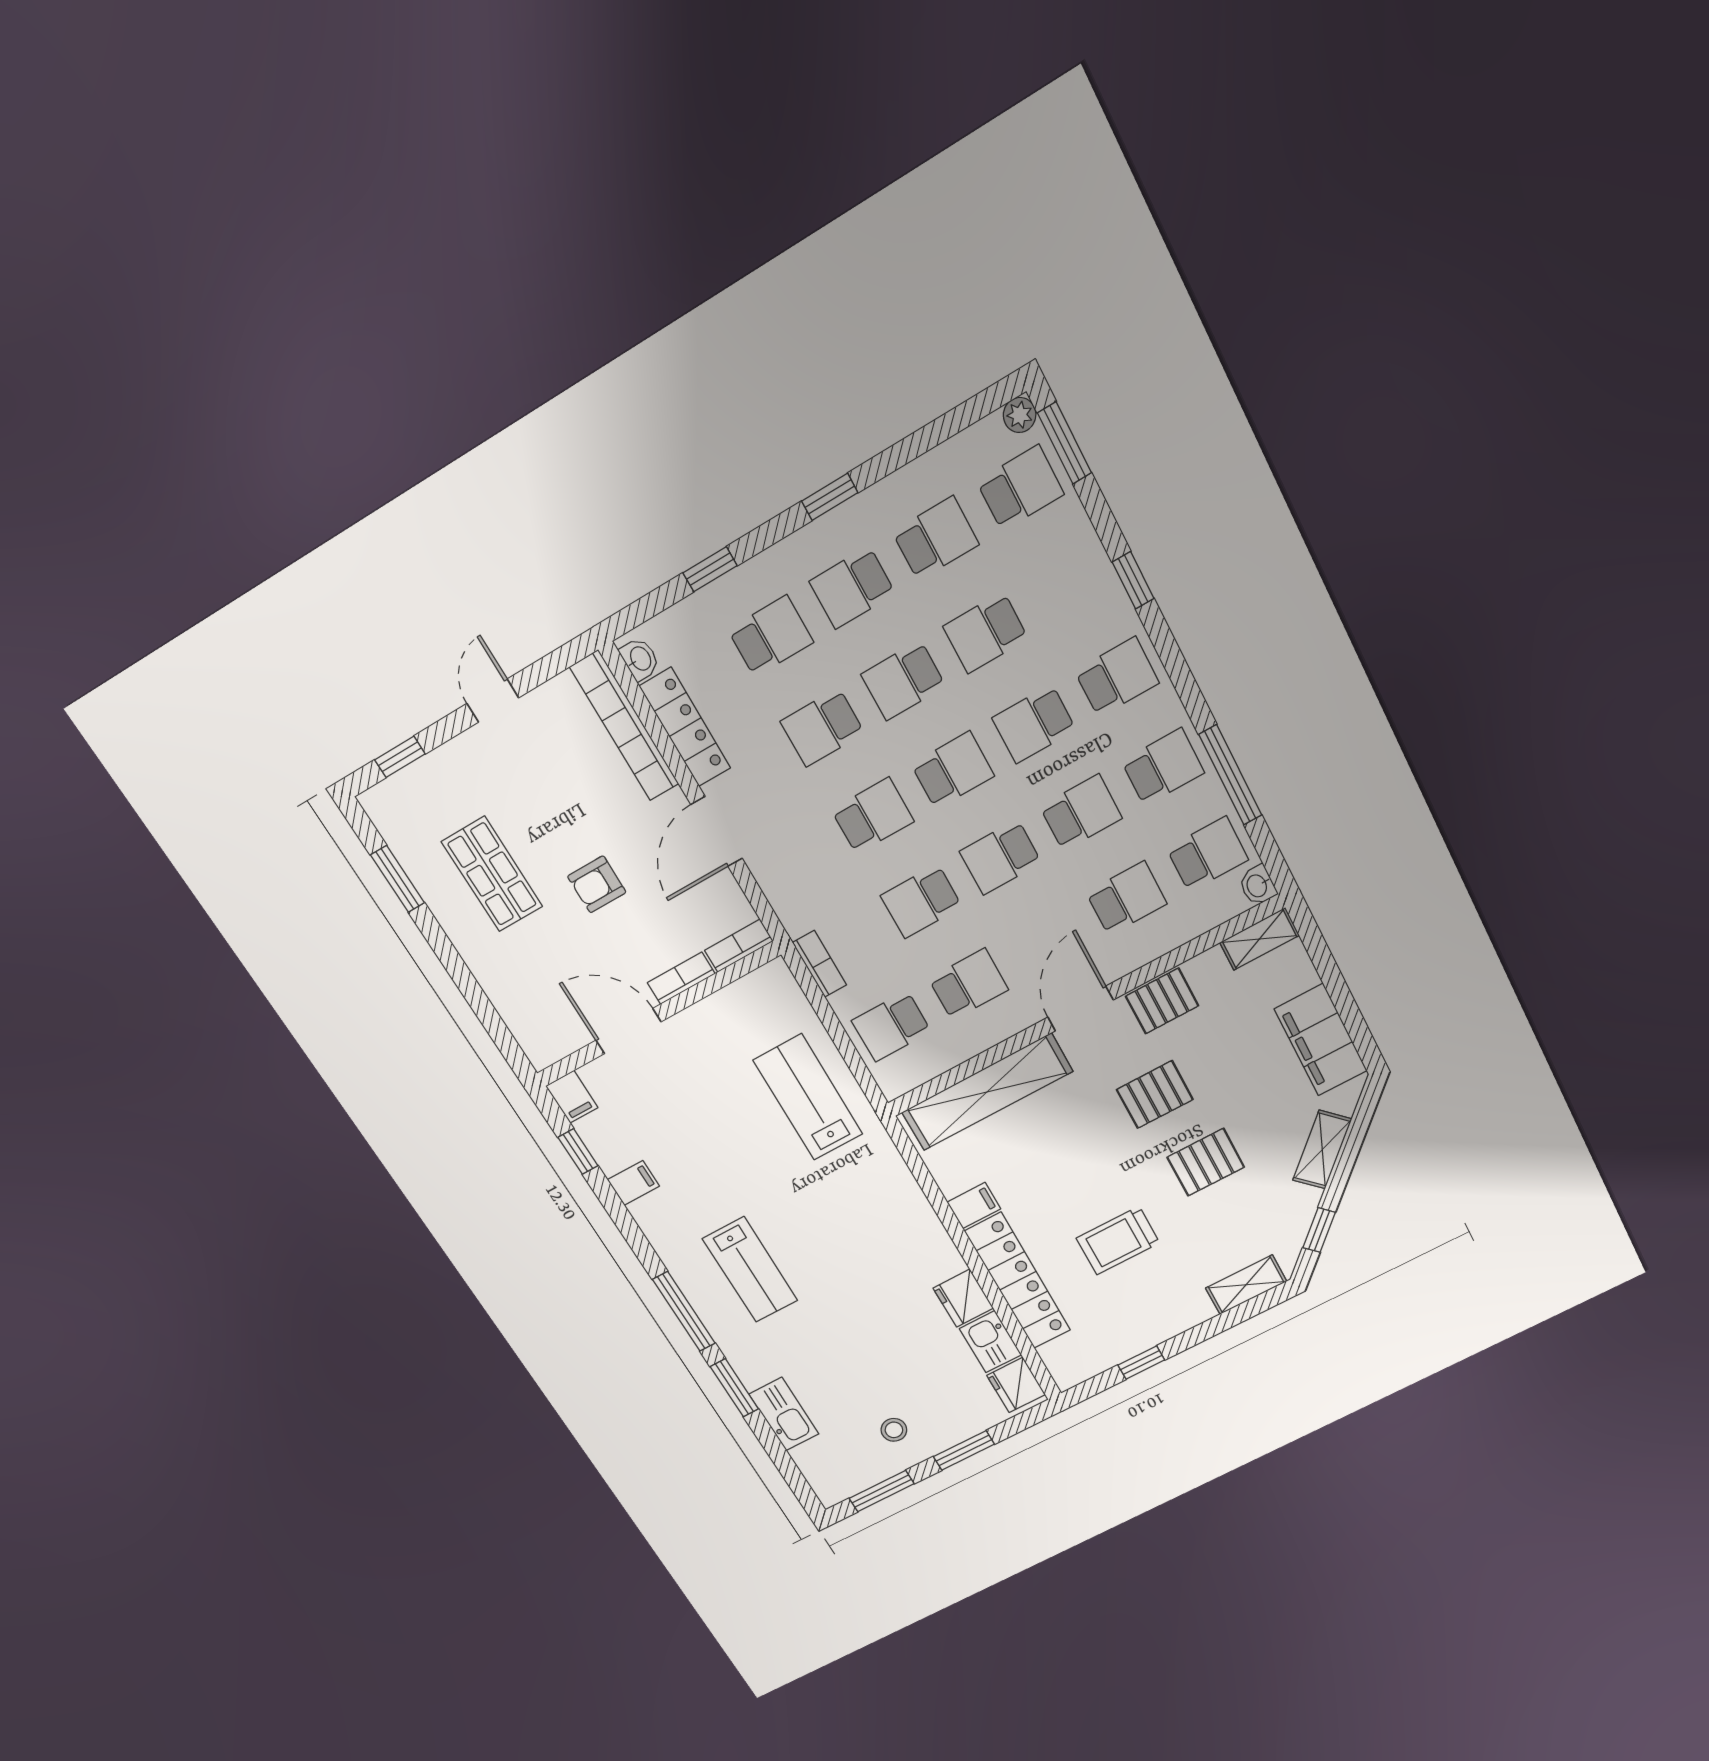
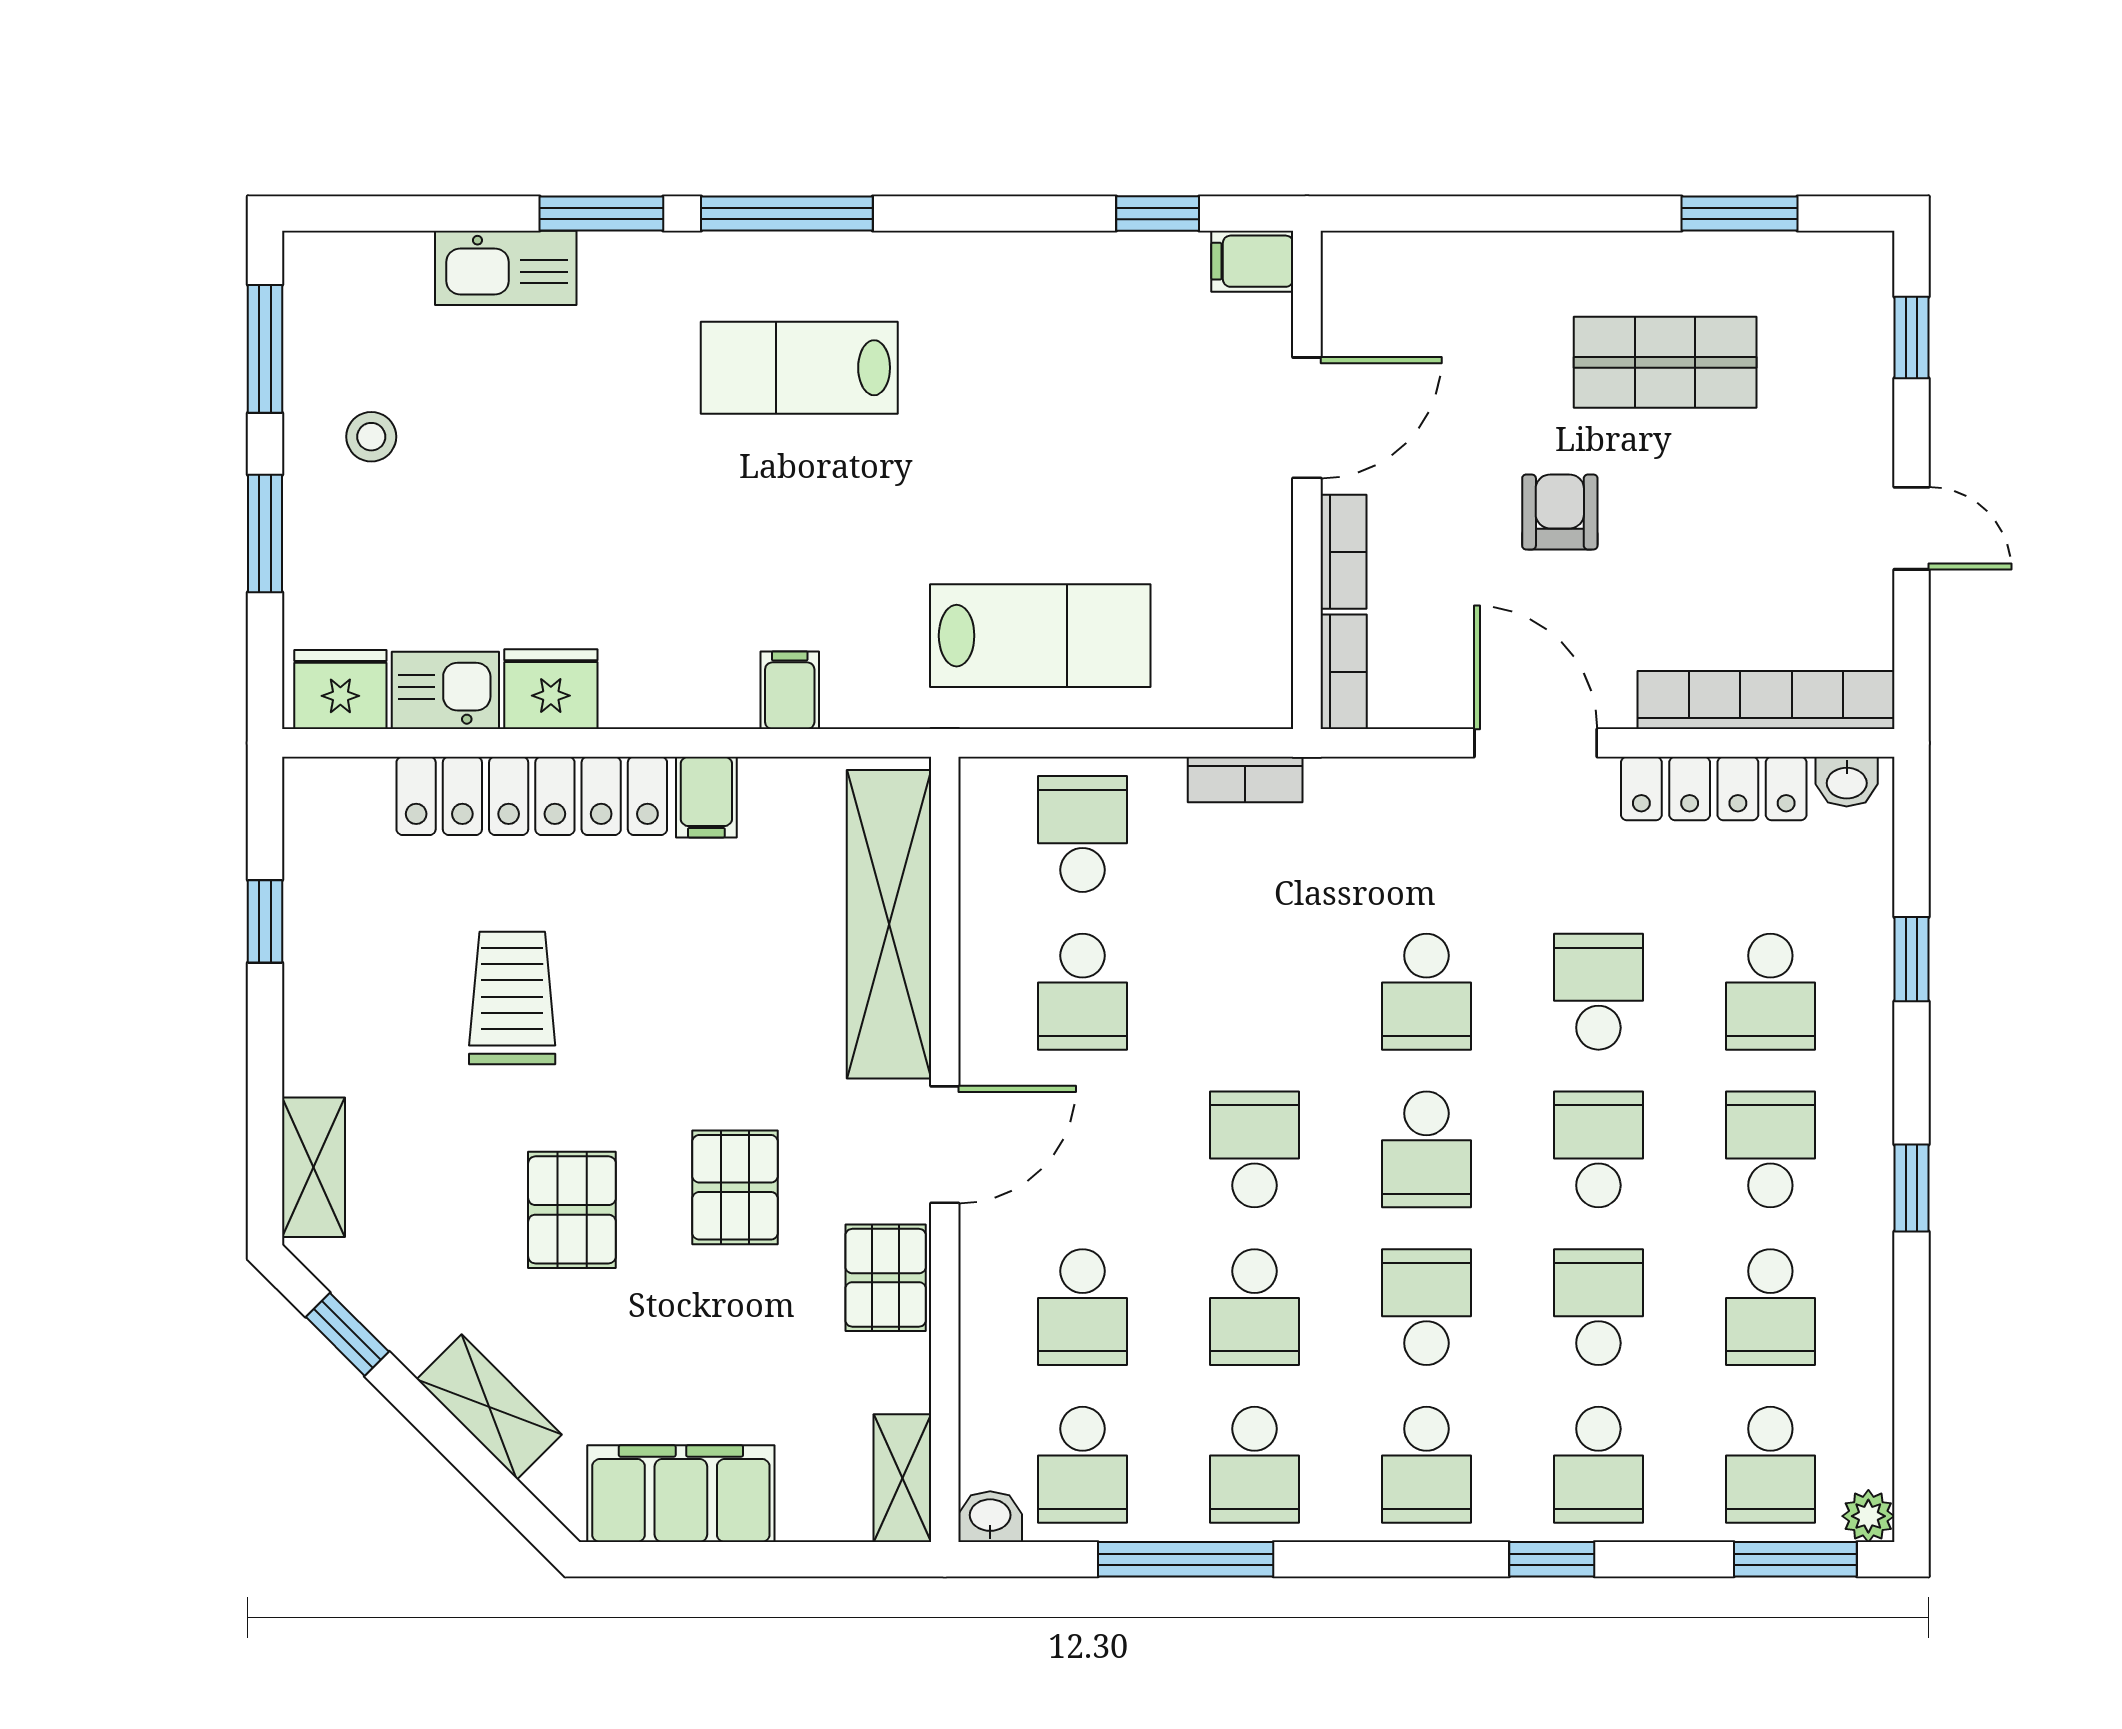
school desk: (921, 901) -> (1598, 1465), moved, turned 180
door: (1080, 1009) -> (945, 1145), hinge flipped
filing cabinet: (633, 1183) -> (790, 690), moved, turned 180

